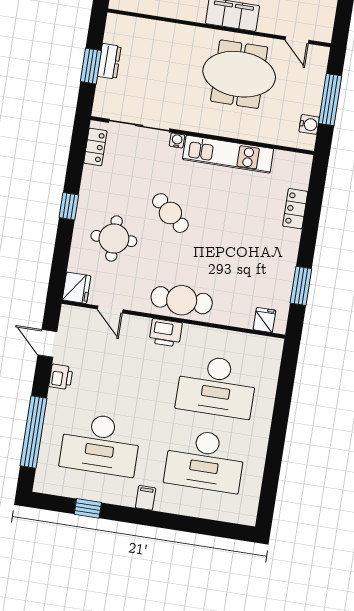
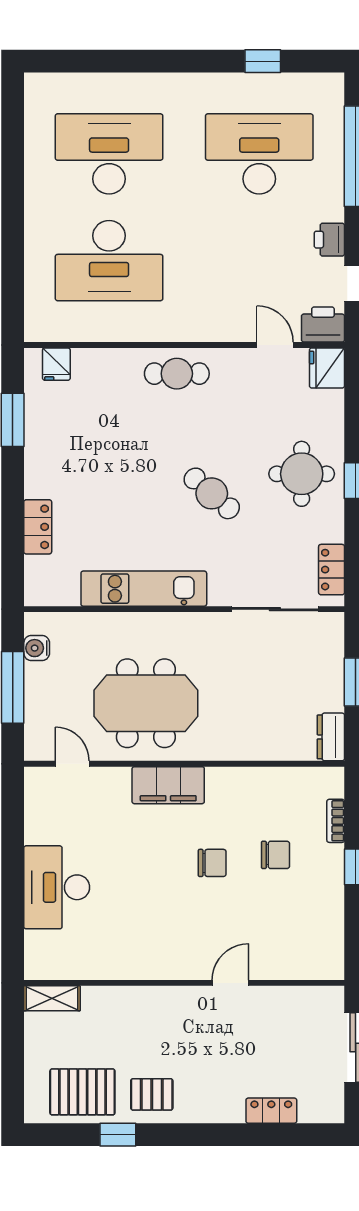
dresser: (109, 61) -> (331, 737), moved
water cooler: (177, 140) -> (218, 597), removed
round table: (114, 239) -> (302, 474), moved
cafe table: (182, 300) -> (177, 374), width x0.73, depth x0.74
printer: (166, 333) -> (323, 325), moved
desk: (216, 386) -> (109, 261), turned 180
filing cabinet: (146, 498) -> (184, 89), removed

